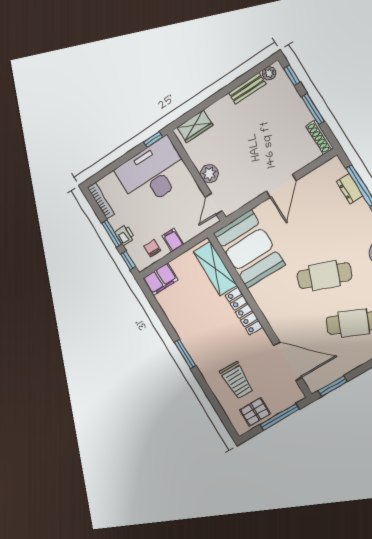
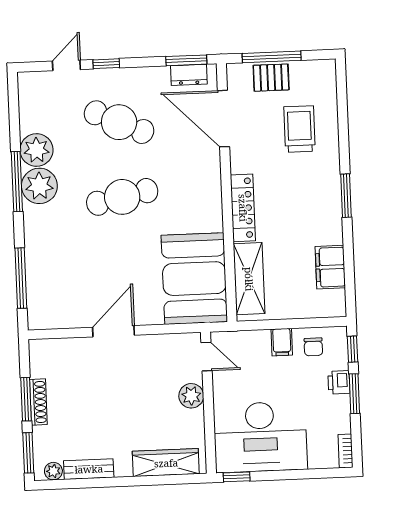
window: (292, 75) -> (28, 453), width x1.50
wardrobe: (195, 126) -> (166, 463), width x1.50
shoe rack: (320, 137) -> (38, 402), moved
dresser: (350, 189) -> (189, 75), moved, turned 90
bookcase: (101, 201) -> (345, 451), width x0.64
door: (214, 204) -> (207, 357), hinge flipped
cafe table: (324, 276) -> (122, 197), turned -33
filing cabinet: (160, 279) -> (330, 267), moved, turned -90
pallet: (255, 412) -> (271, 78), moved

